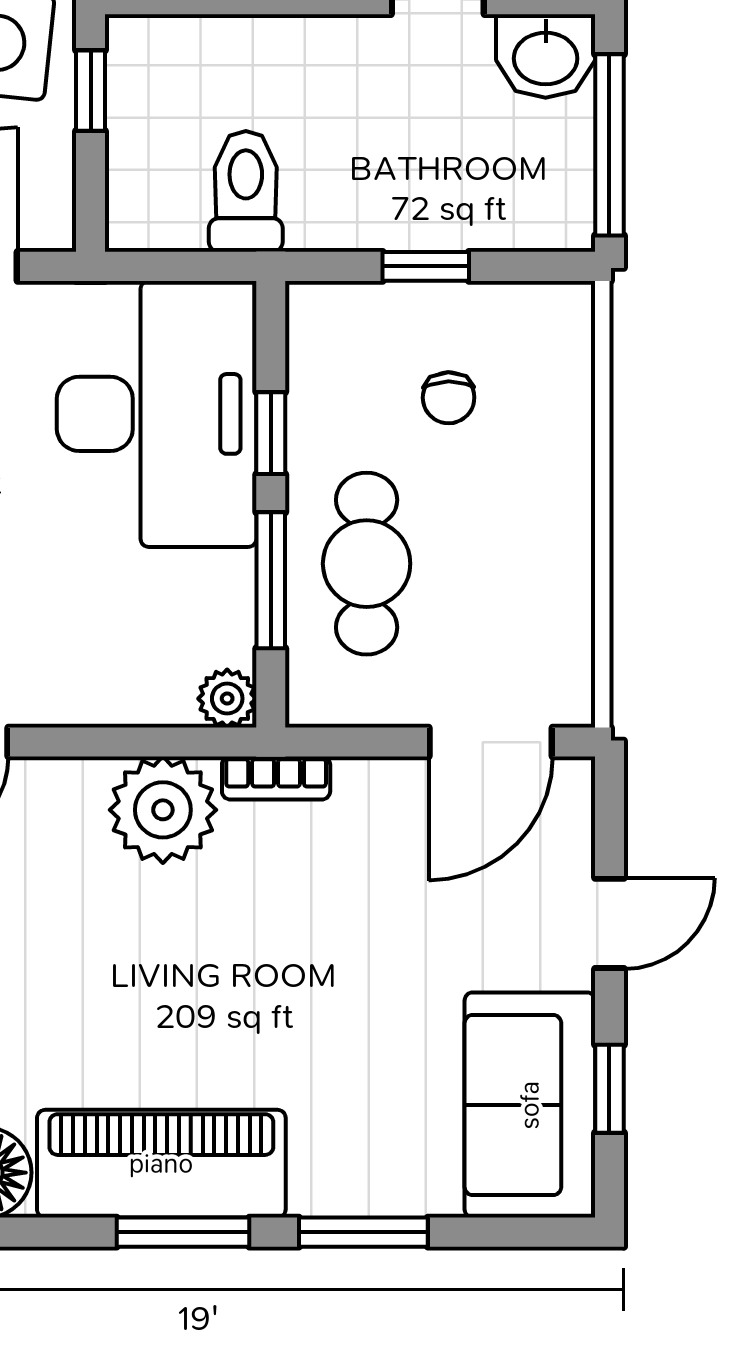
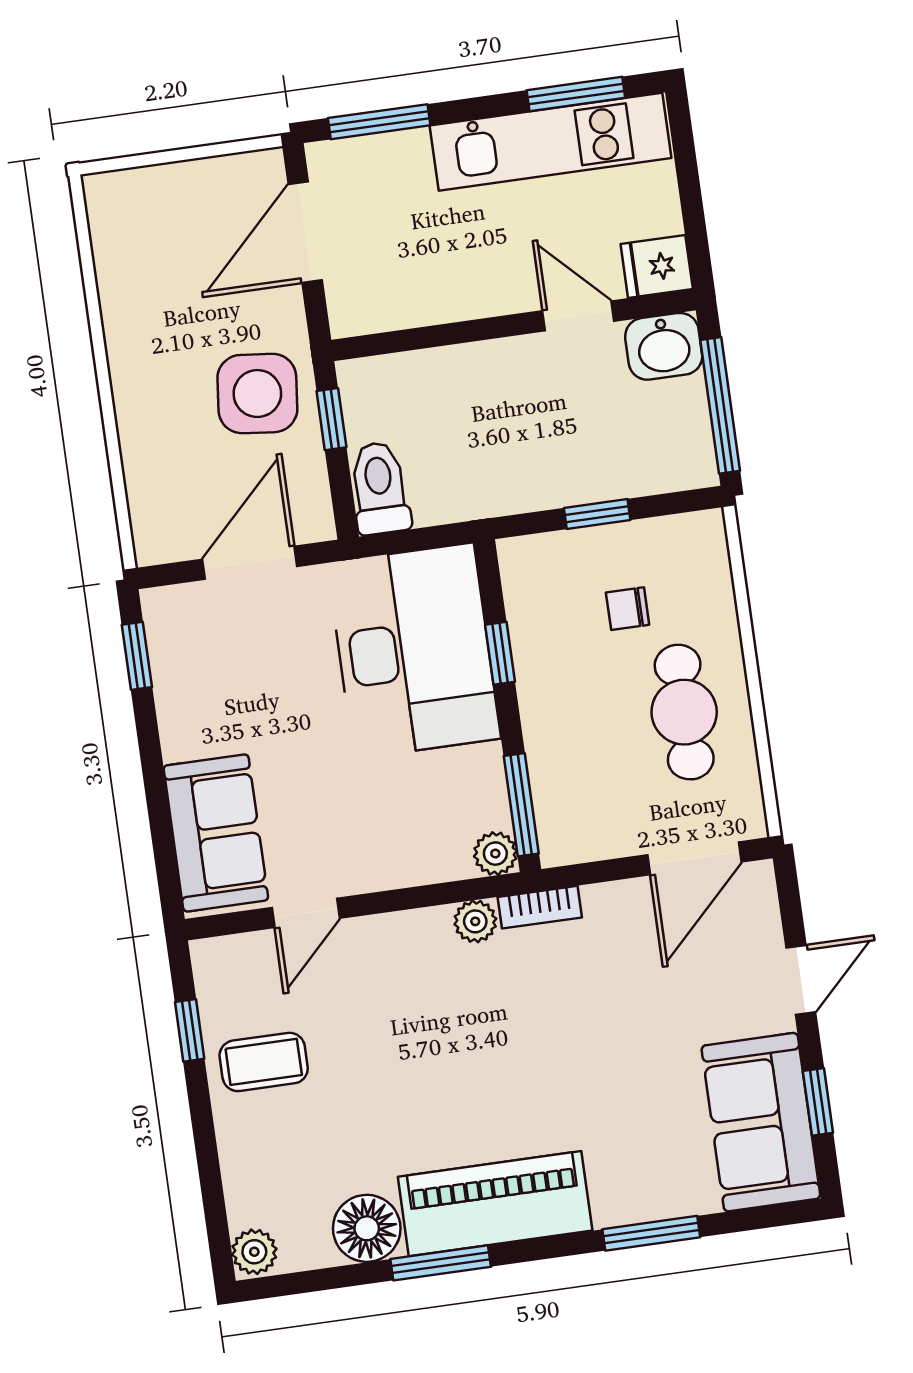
toilet: (246, 191) -> (380, 488), moved
chair: (449, 398) -> (628, 609), turned 91
cafe table: (367, 564) -> (684, 712), moved
window: (271, 580) -> (521, 805), moved
plant: (163, 810) -> (475, 921), width x0.53, depth x0.53
window: (183, 1232) -> (441, 1263), moved

